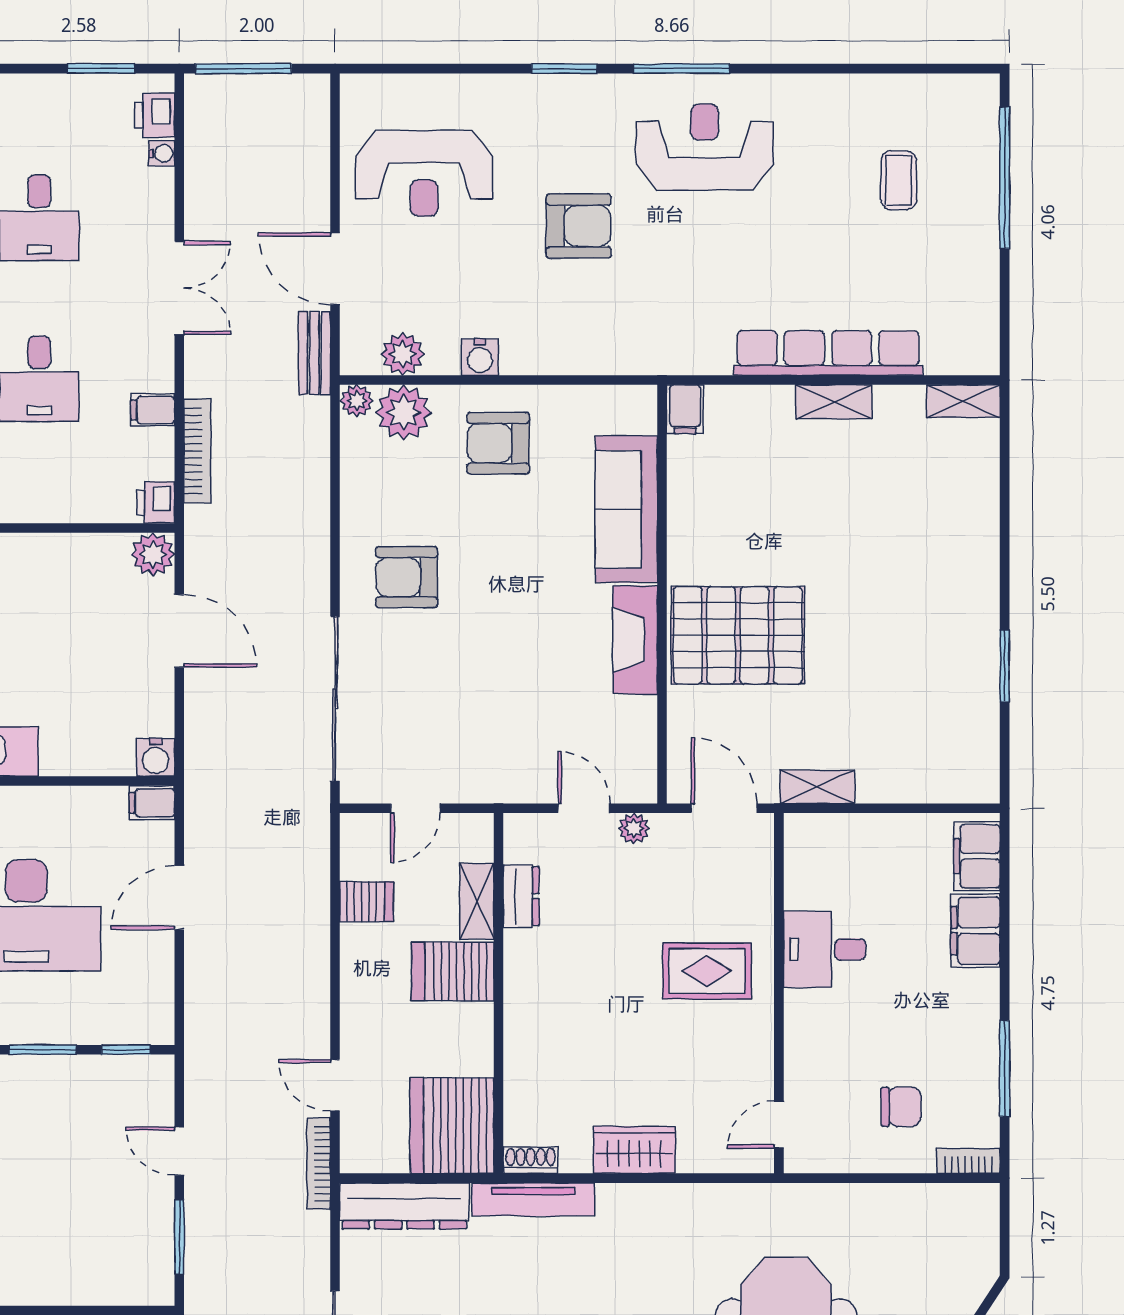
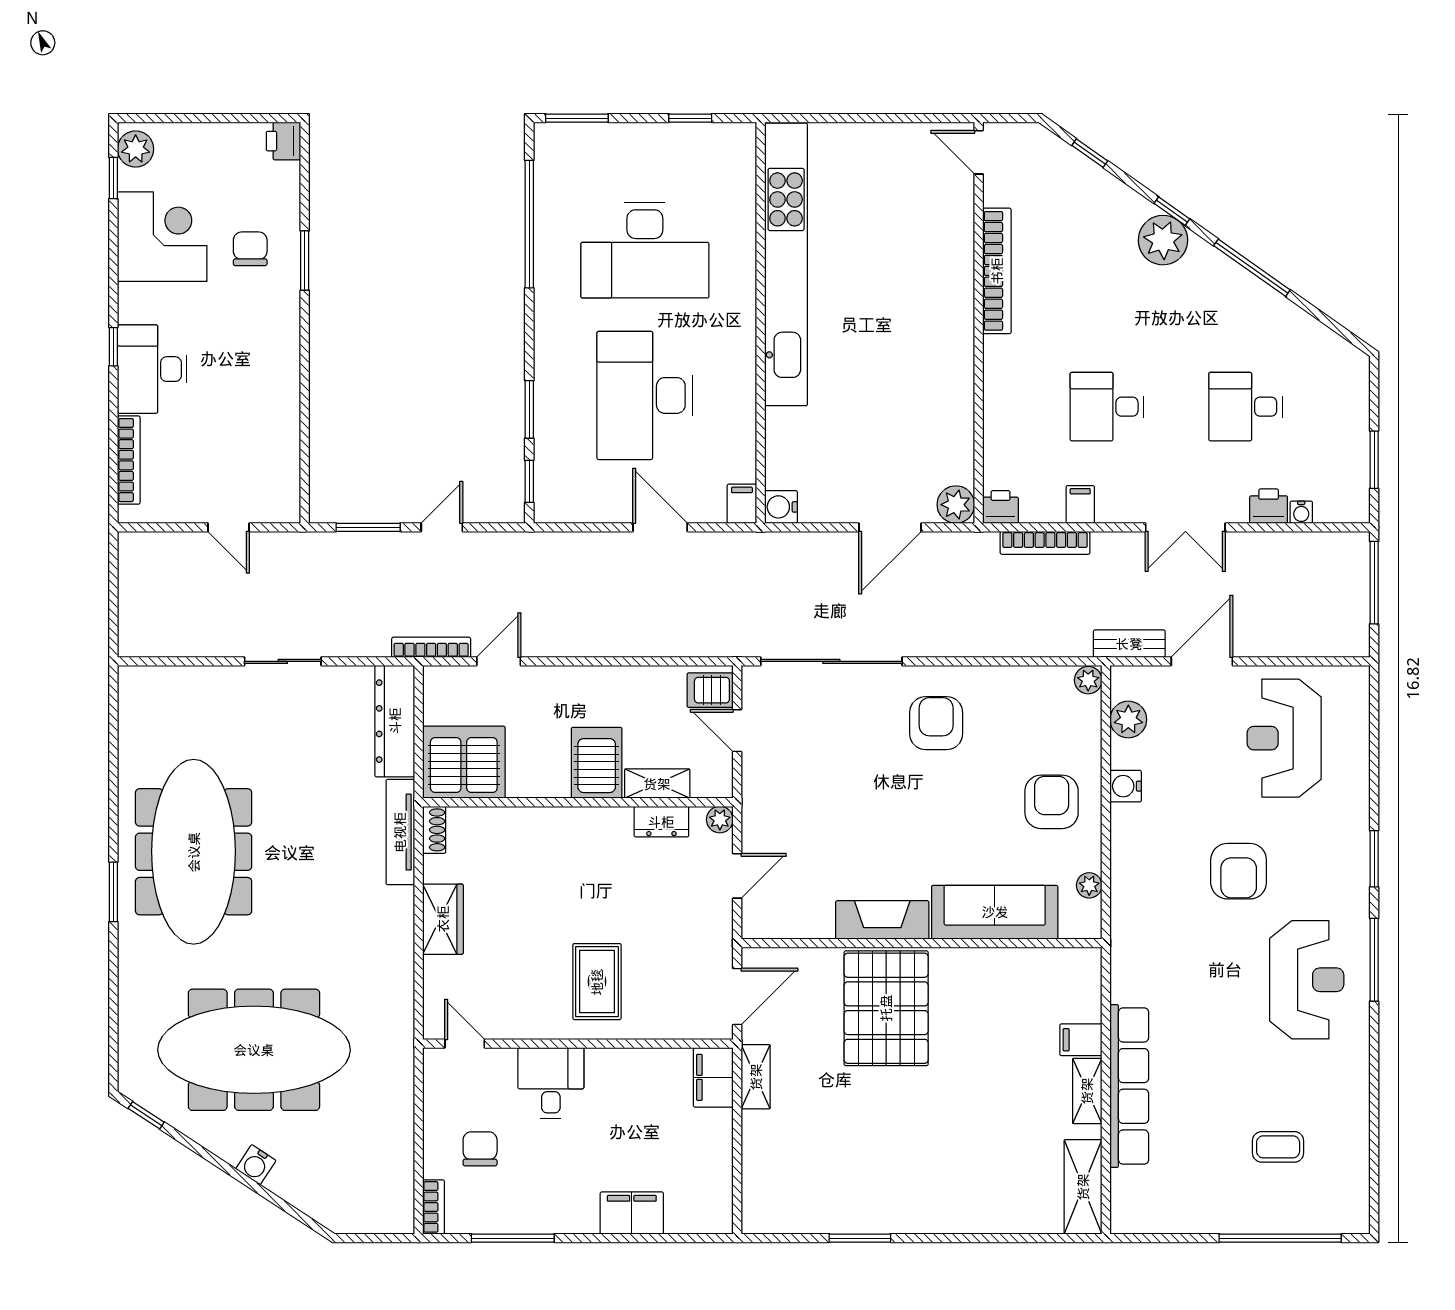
printer: (155, 115) -> (1269, 506), moved
shelving: (963, 401) -> (1083, 1187), width x1.50, depth x1.33
filing cabinet: (685, 409) -> (1081, 1040), moved
plant: (404, 412) -> (1089, 885), moved, width x0.53, depth x0.53
plant: (634, 828) -> (720, 820), moved
filing cabinet: (977, 856) -> (713, 1077), moved, turned -90
server rack: (366, 902) -> (710, 690), moved, turned 90
desk: (825, 949) -> (551, 1083), moved
chair: (901, 1107) -> (480, 1149), turned 180

